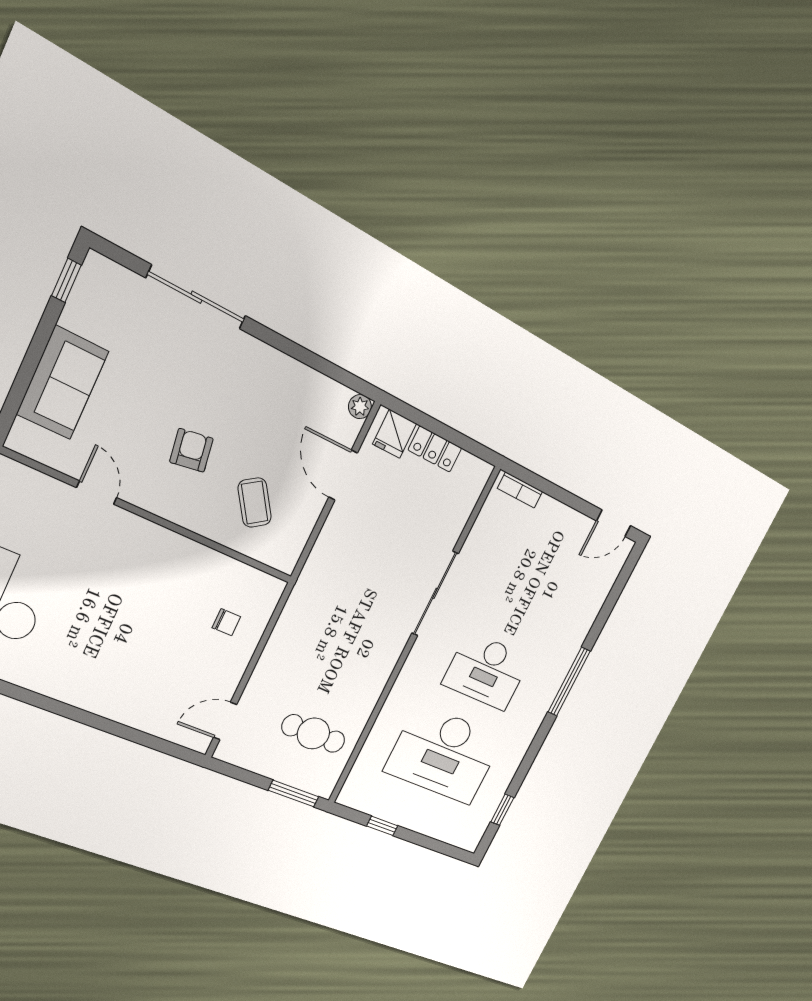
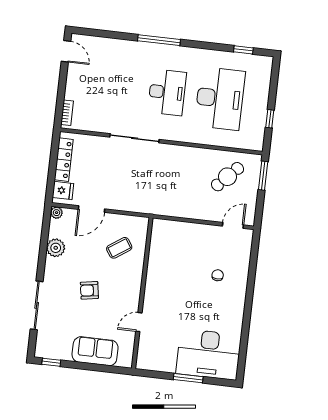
plant: (296, 380) -> (56, 248), added
locker: (435, 449) -> (64, 160), width x1.53
armchair: (191, 450) -> (89, 290), moved
chair: (226, 622) -> (218, 275), moved
door: (225, 721) -> (233, 225), swing flipped
cafe table: (313, 733) -> (227, 177), turned 44

